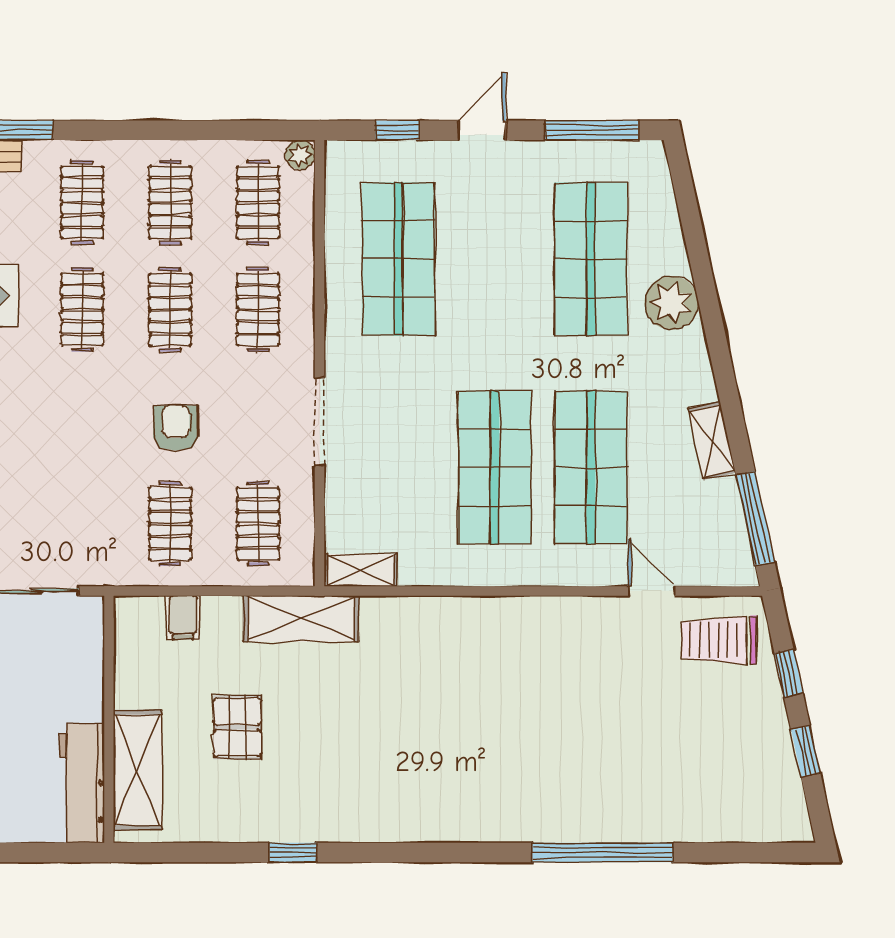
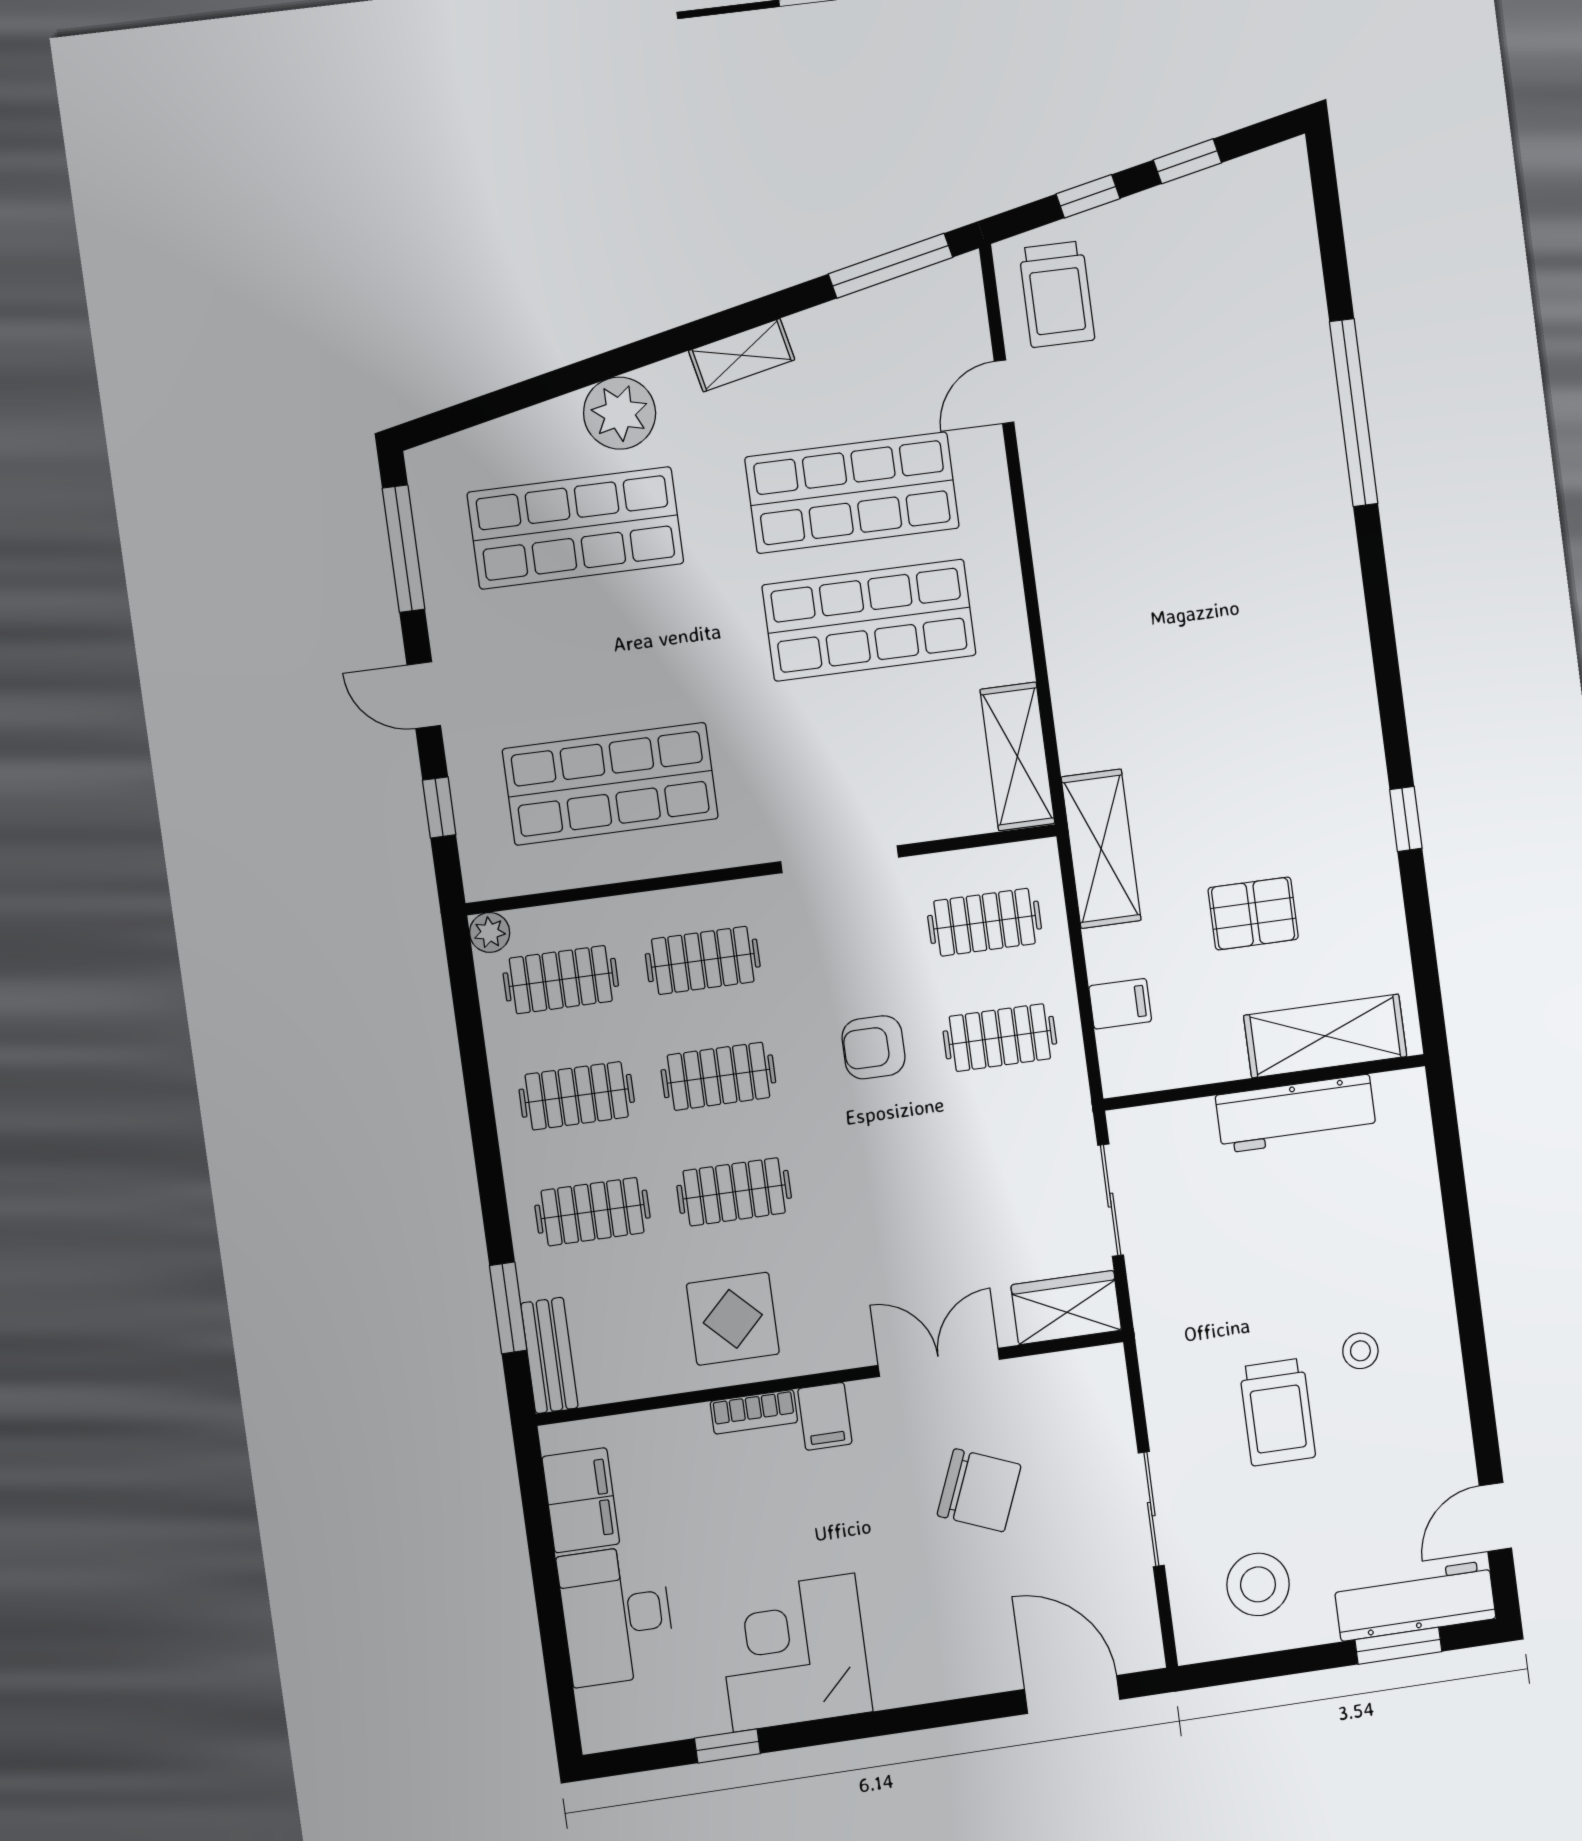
shelving: (712, 441) -> (742, 355), moved
shelving: (361, 570) -> (1017, 756), width x1.50, depth x1.33
workbench: (82, 783) -> (1296, 1114), moved

